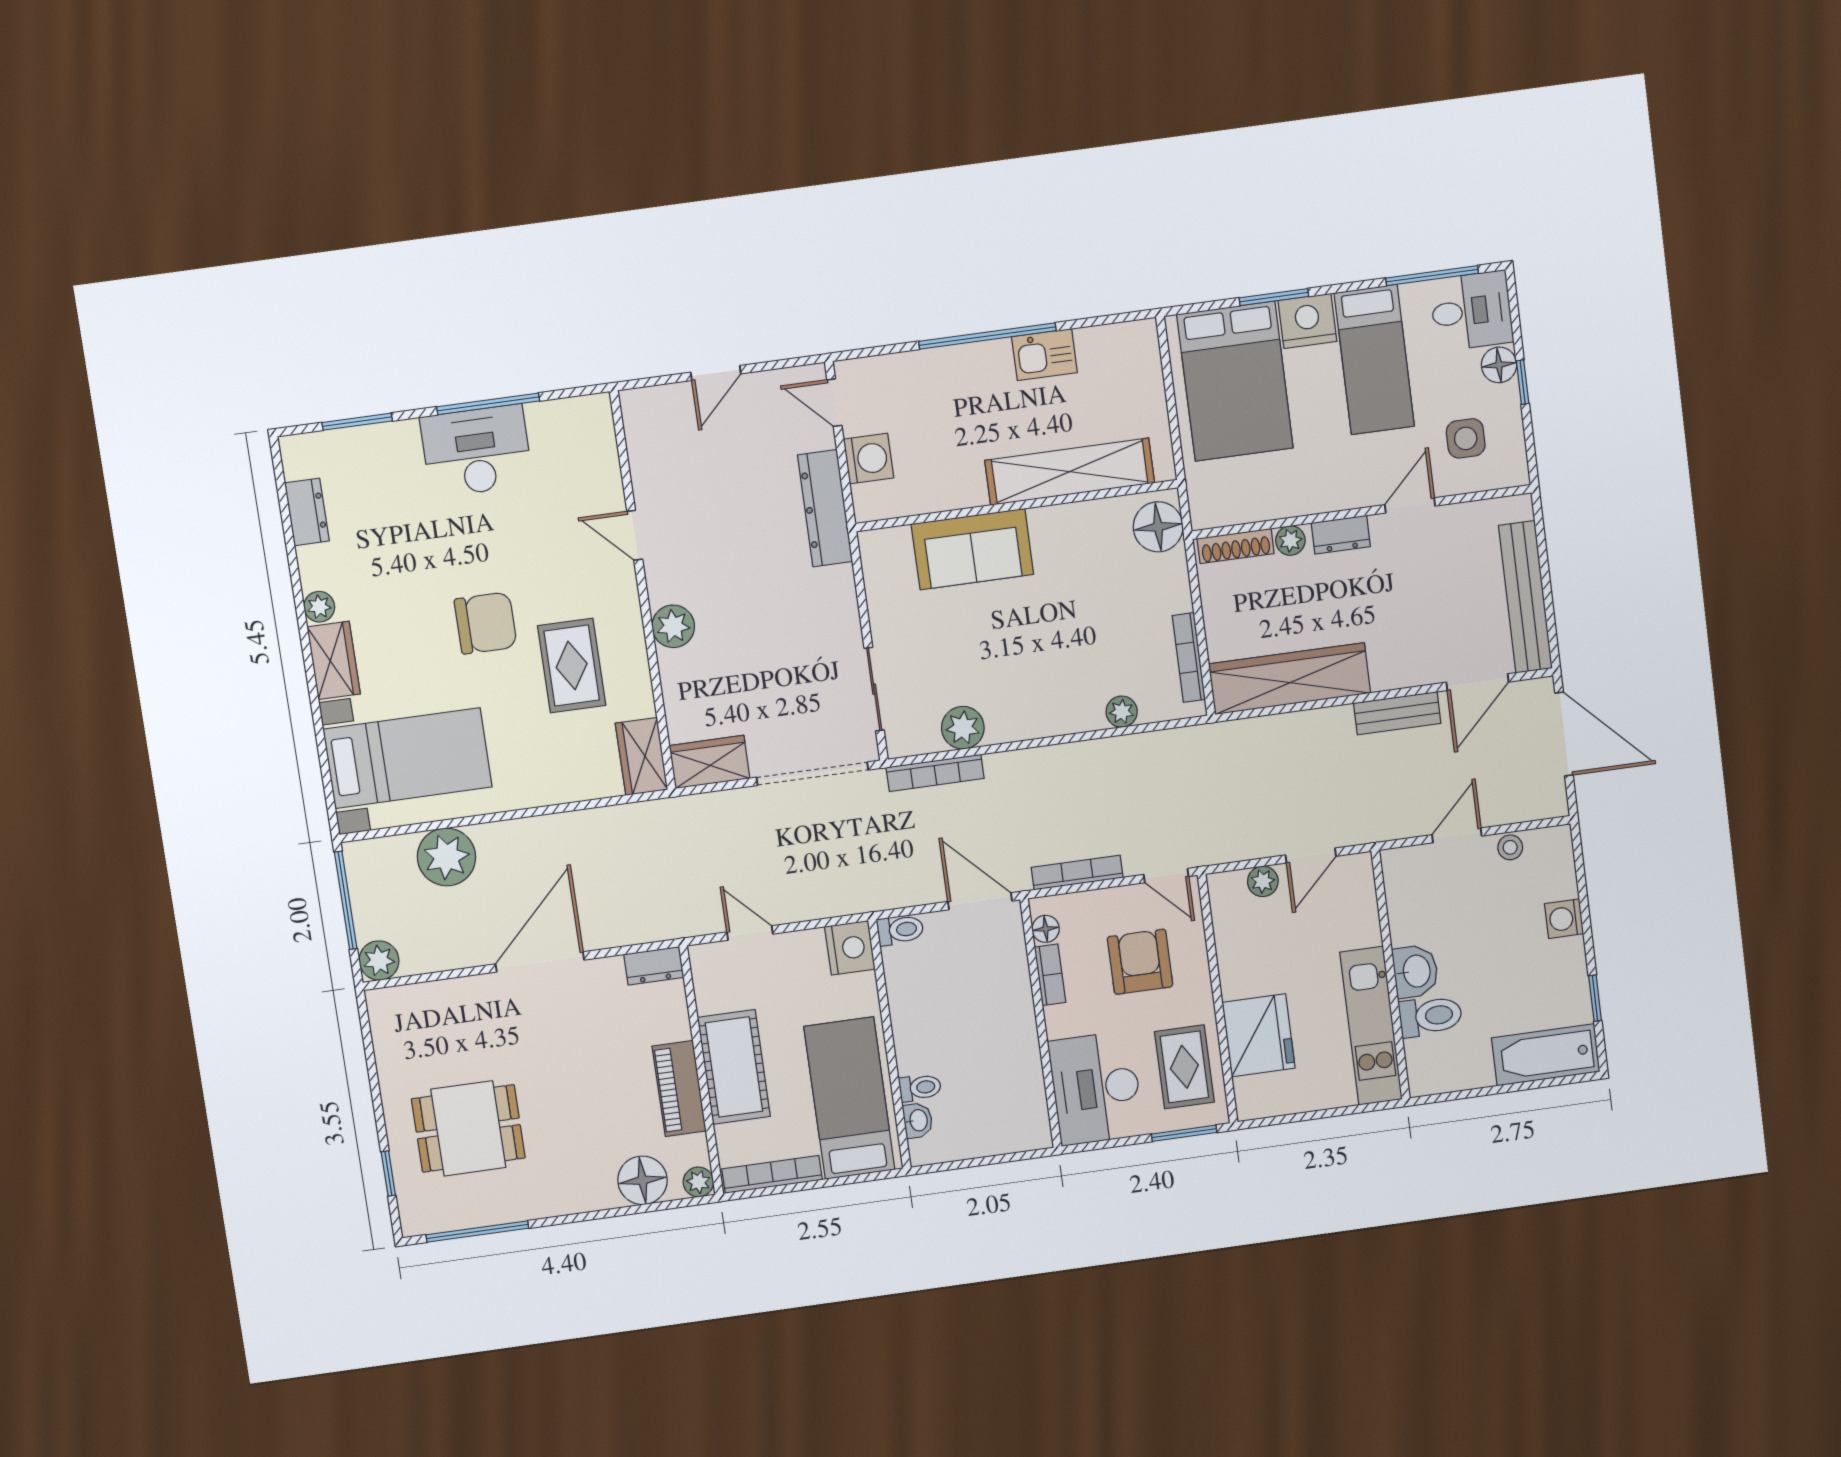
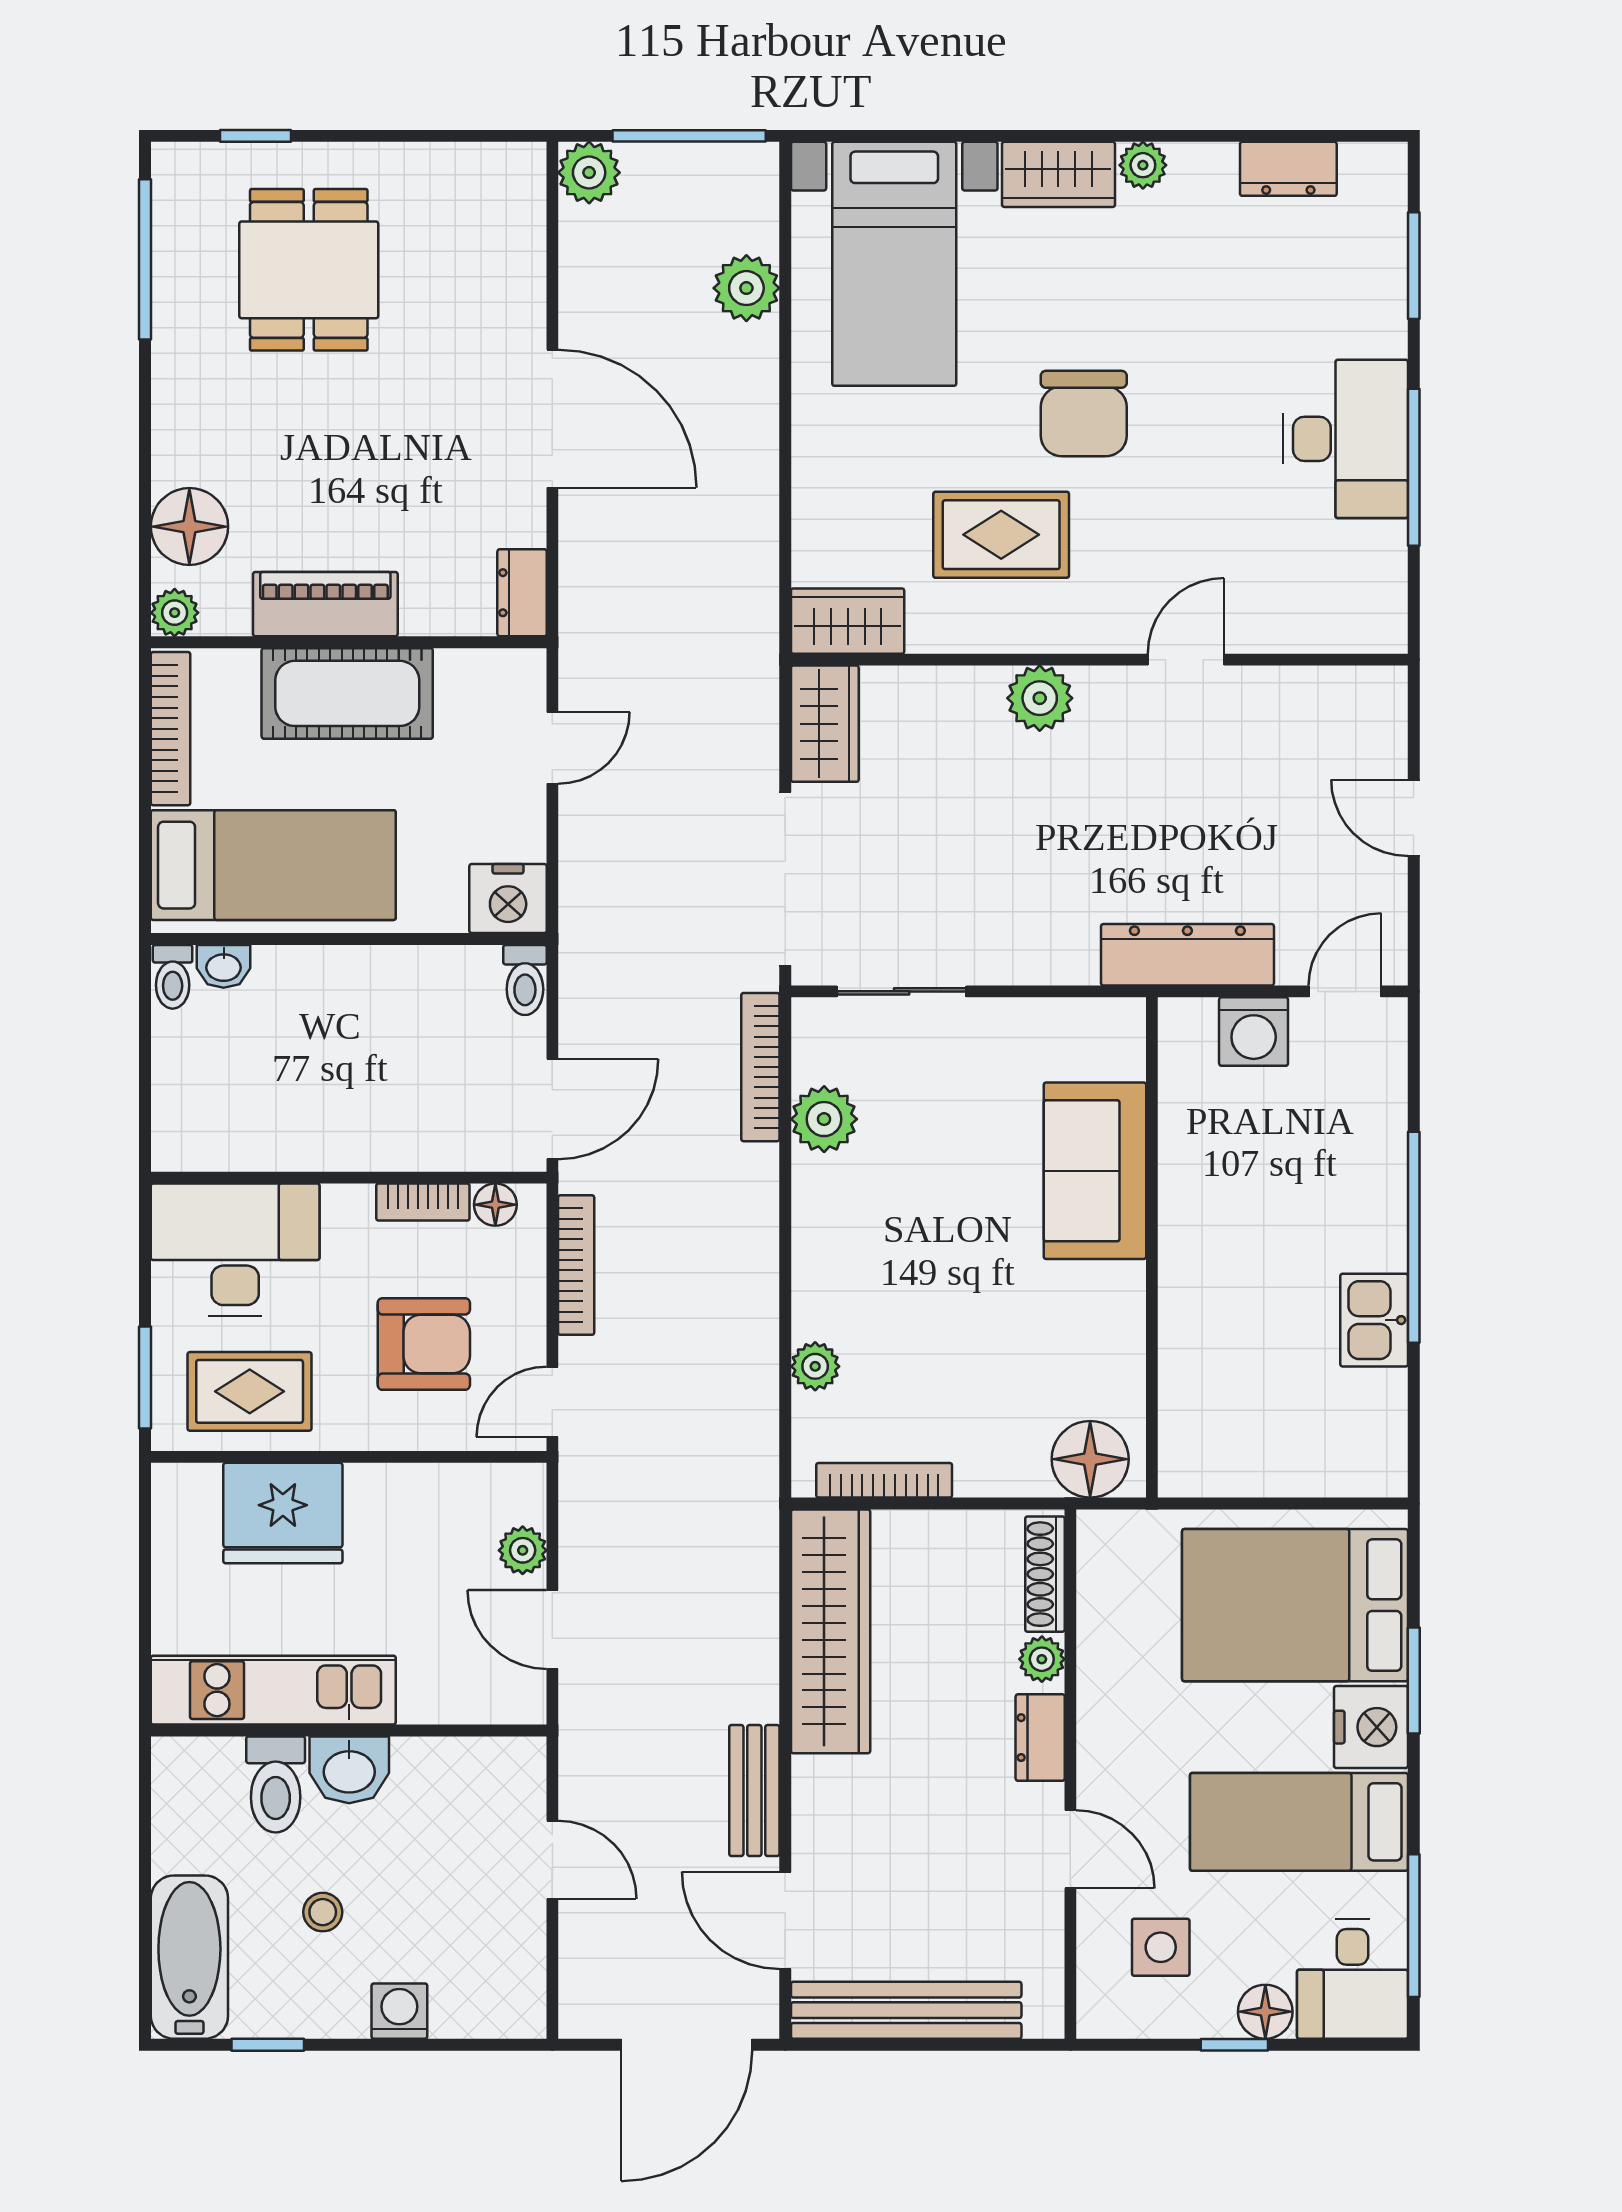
shelving: (1070, 472) -> (1192, 1335), removed
stool: (1510, 847) -> (323, 1912), moved
plant: (446, 857) -> (746, 288), width x0.73, depth x0.73
toilet: (920, 1088) -> (173, 977), moved

